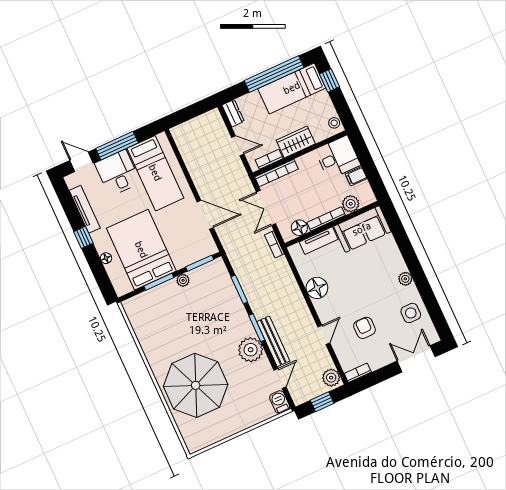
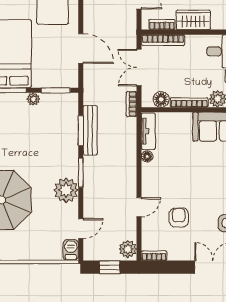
tv unit: (319, 241) -> (148, 131), moved, turned -90
floor lamp: (317, 288) -> (147, 156), width x0.53, depth x0.53
bench: (273, 341) -> (90, 130), moved

